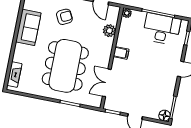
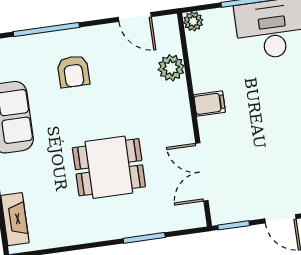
armchair: (64, 17) -> (73, 72), turned 117
dining table: (65, 66) -> (109, 167), width x0.53, depth x0.80

